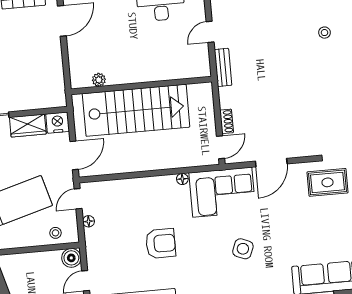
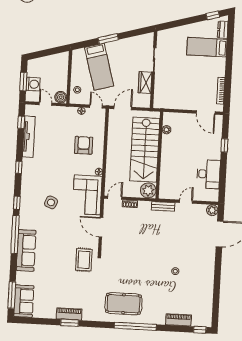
door: (210, 32) -> (186, 202), hinge flipped
plant: (201, 95) -> (148, 190), added
nightstand: (58, 123) -> (144, 101), removed
door: (221, 147) -> (115, 198), swing flipped
door: (74, 155) -> (123, 108), swing flipped
armchair: (161, 243) -> (84, 145), moved, turned 180

